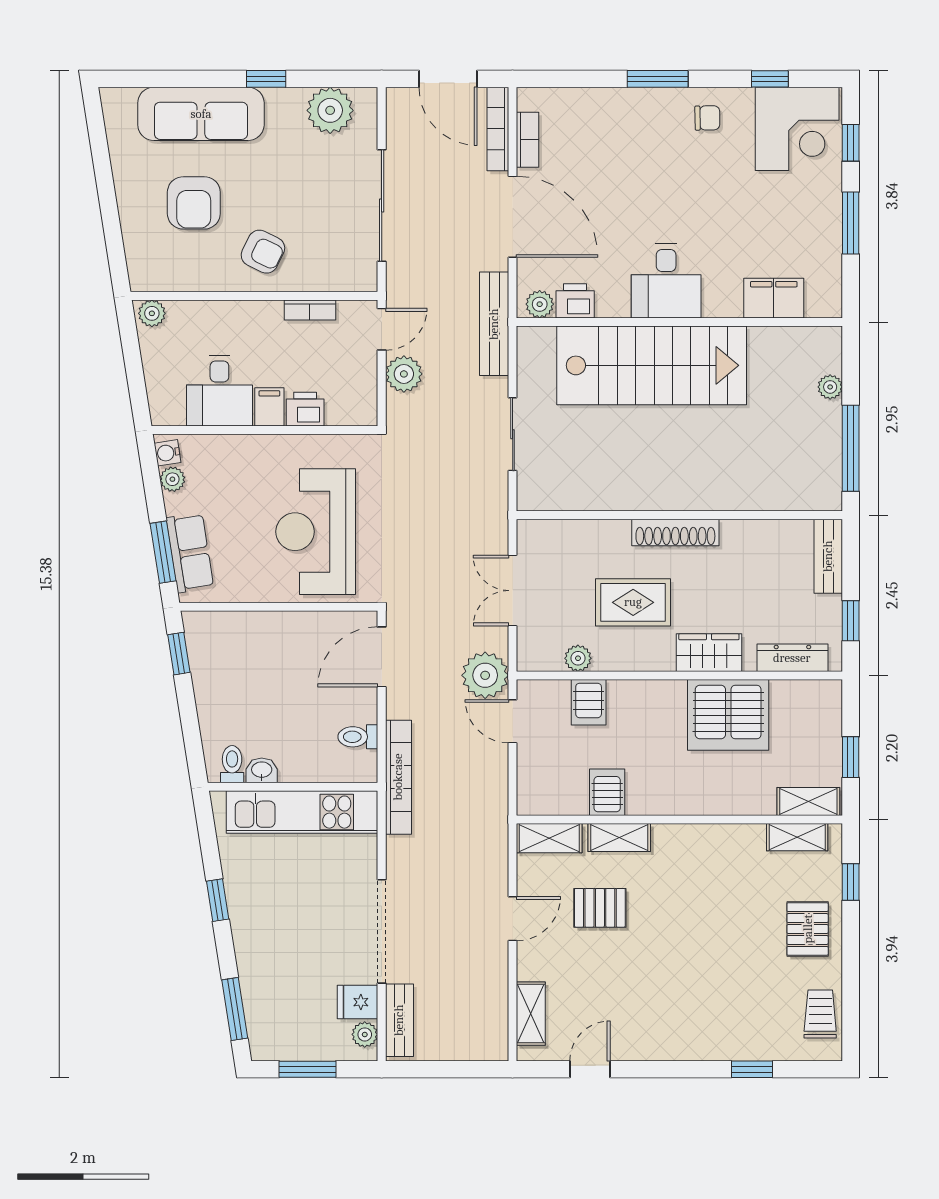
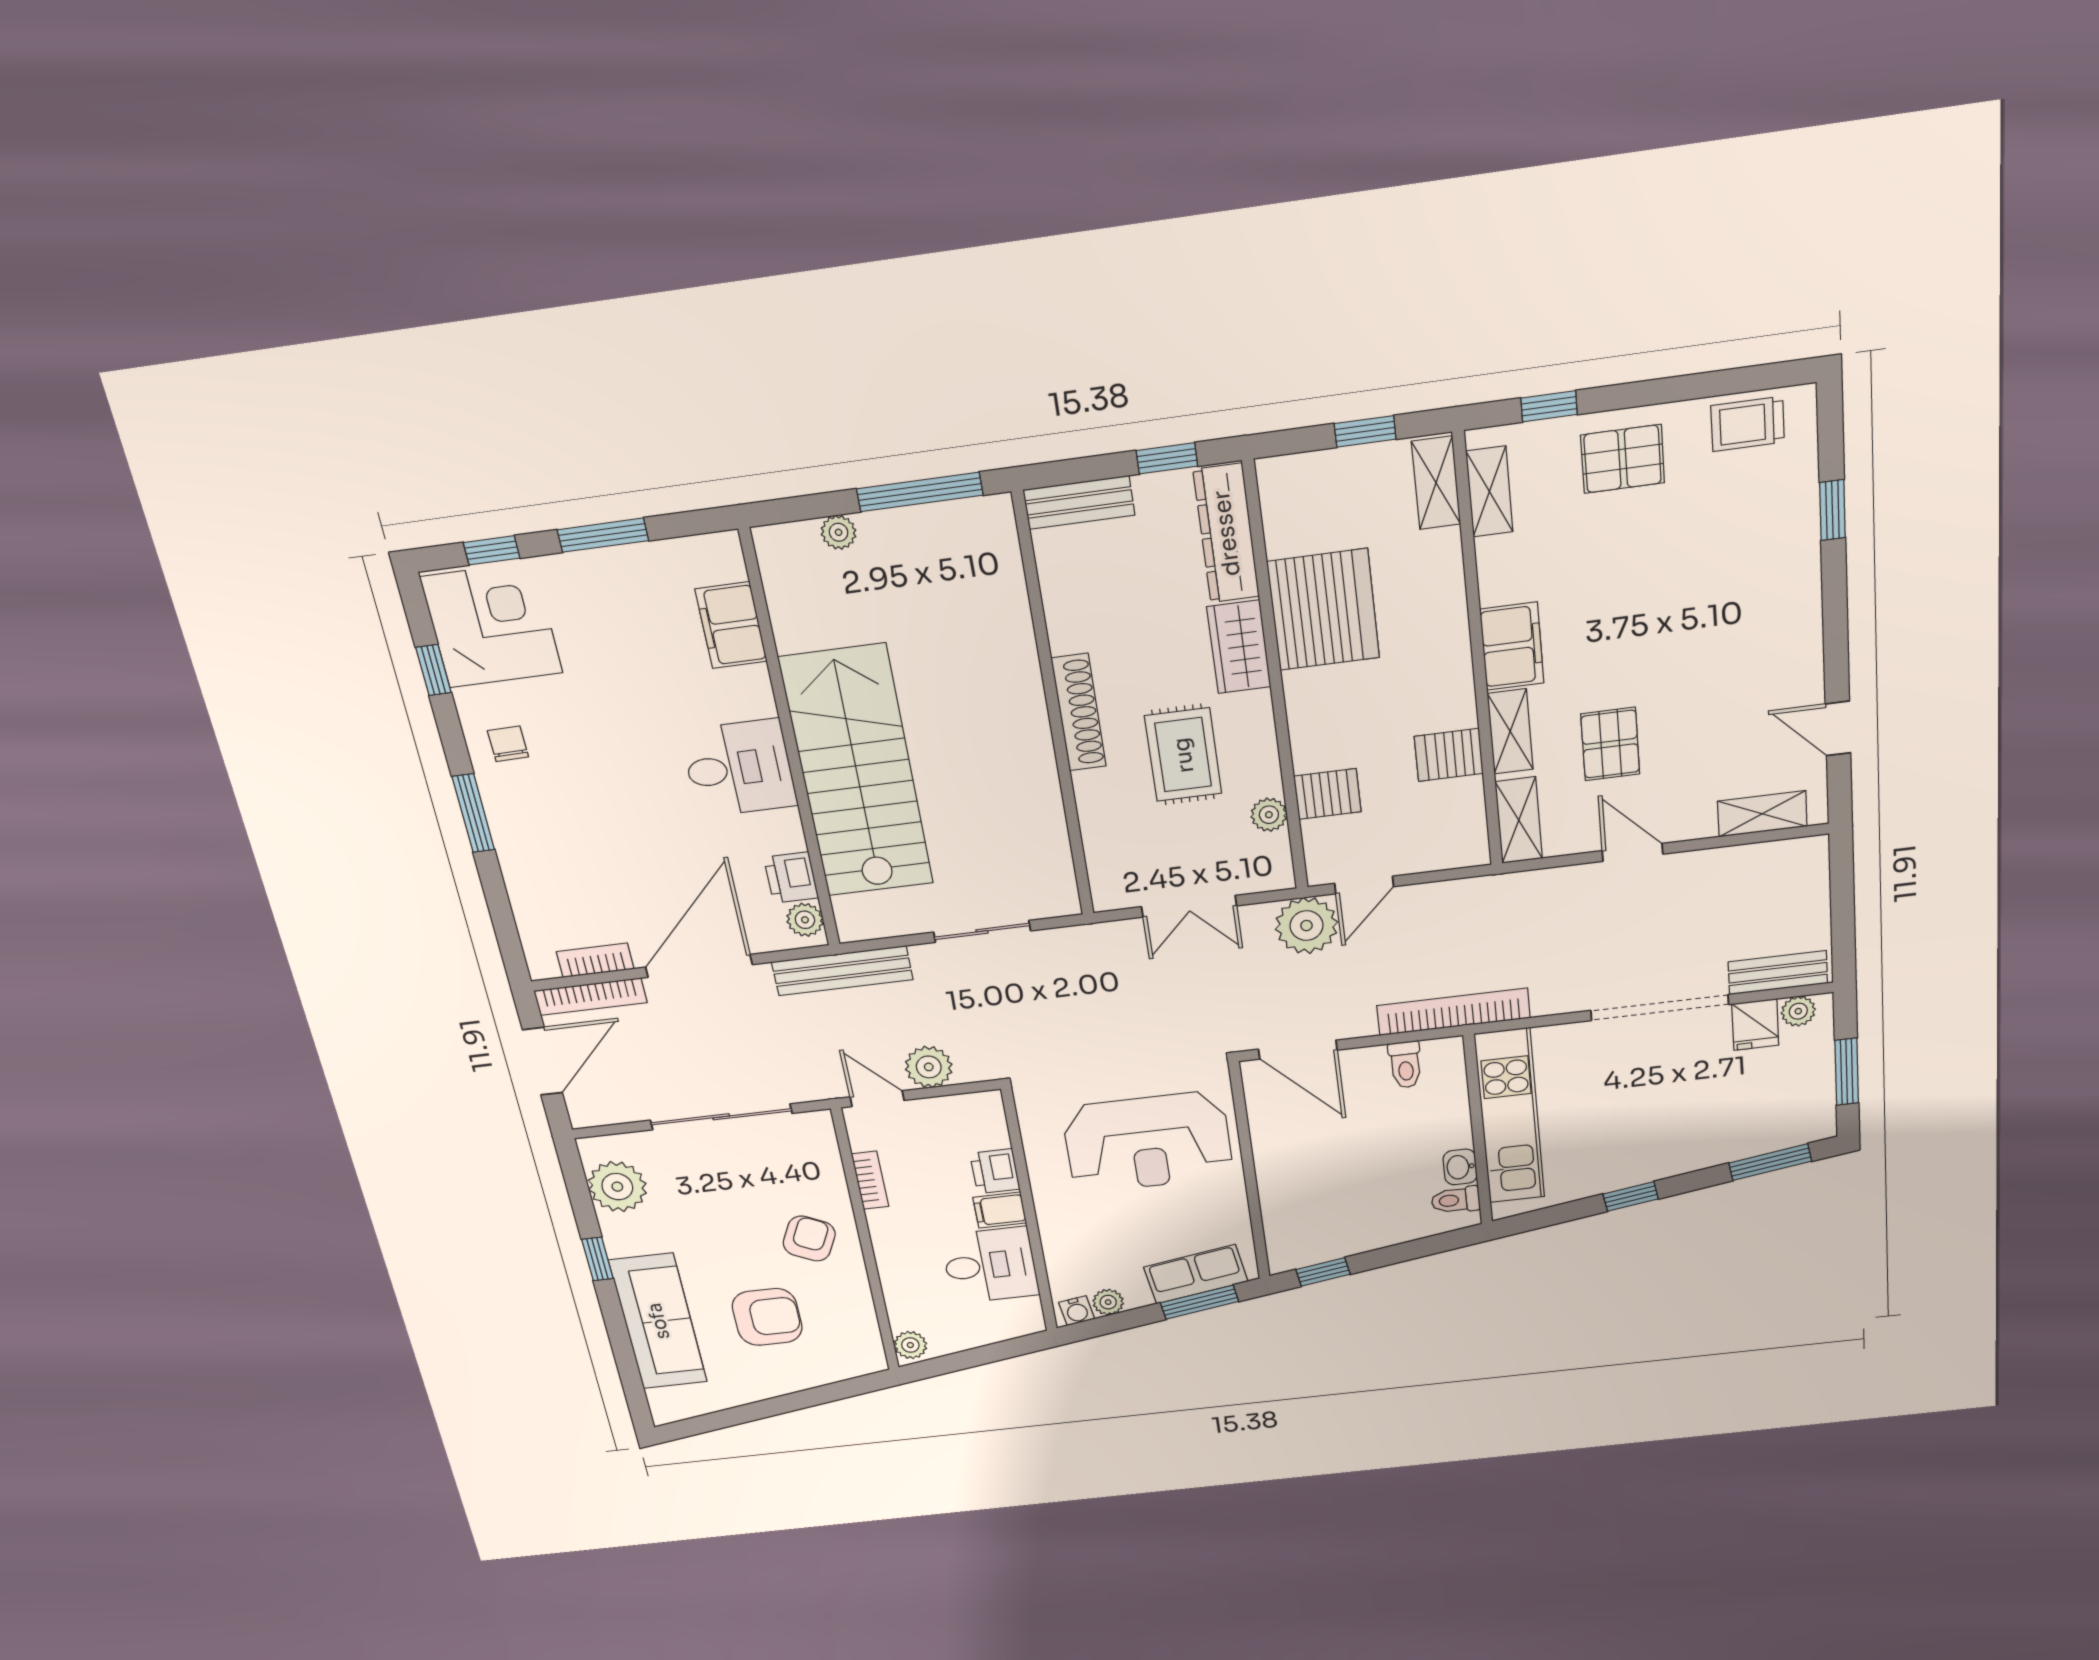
dresser: (792, 658) -> (1226, 533), width x1.37, depth x1.24
filing cabinet: (683, 844) -> (1512, 646), added

